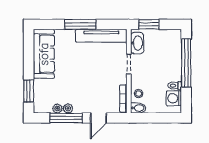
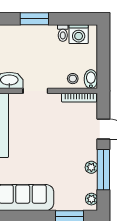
window: (186, 63) -> (34, 19), width x0.47
plant: (57, 108) -> (91, 199), moved

